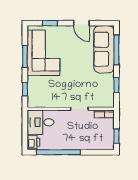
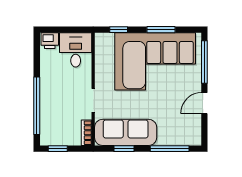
window: (50, 23) -> (204, 62), width x2.17
sofa: (104, 49) -> (126, 132), moved
corner sofa: (43, 53) -> (155, 61), width x1.36, depth x1.36
window: (58, 152) -> (37, 106), moved

